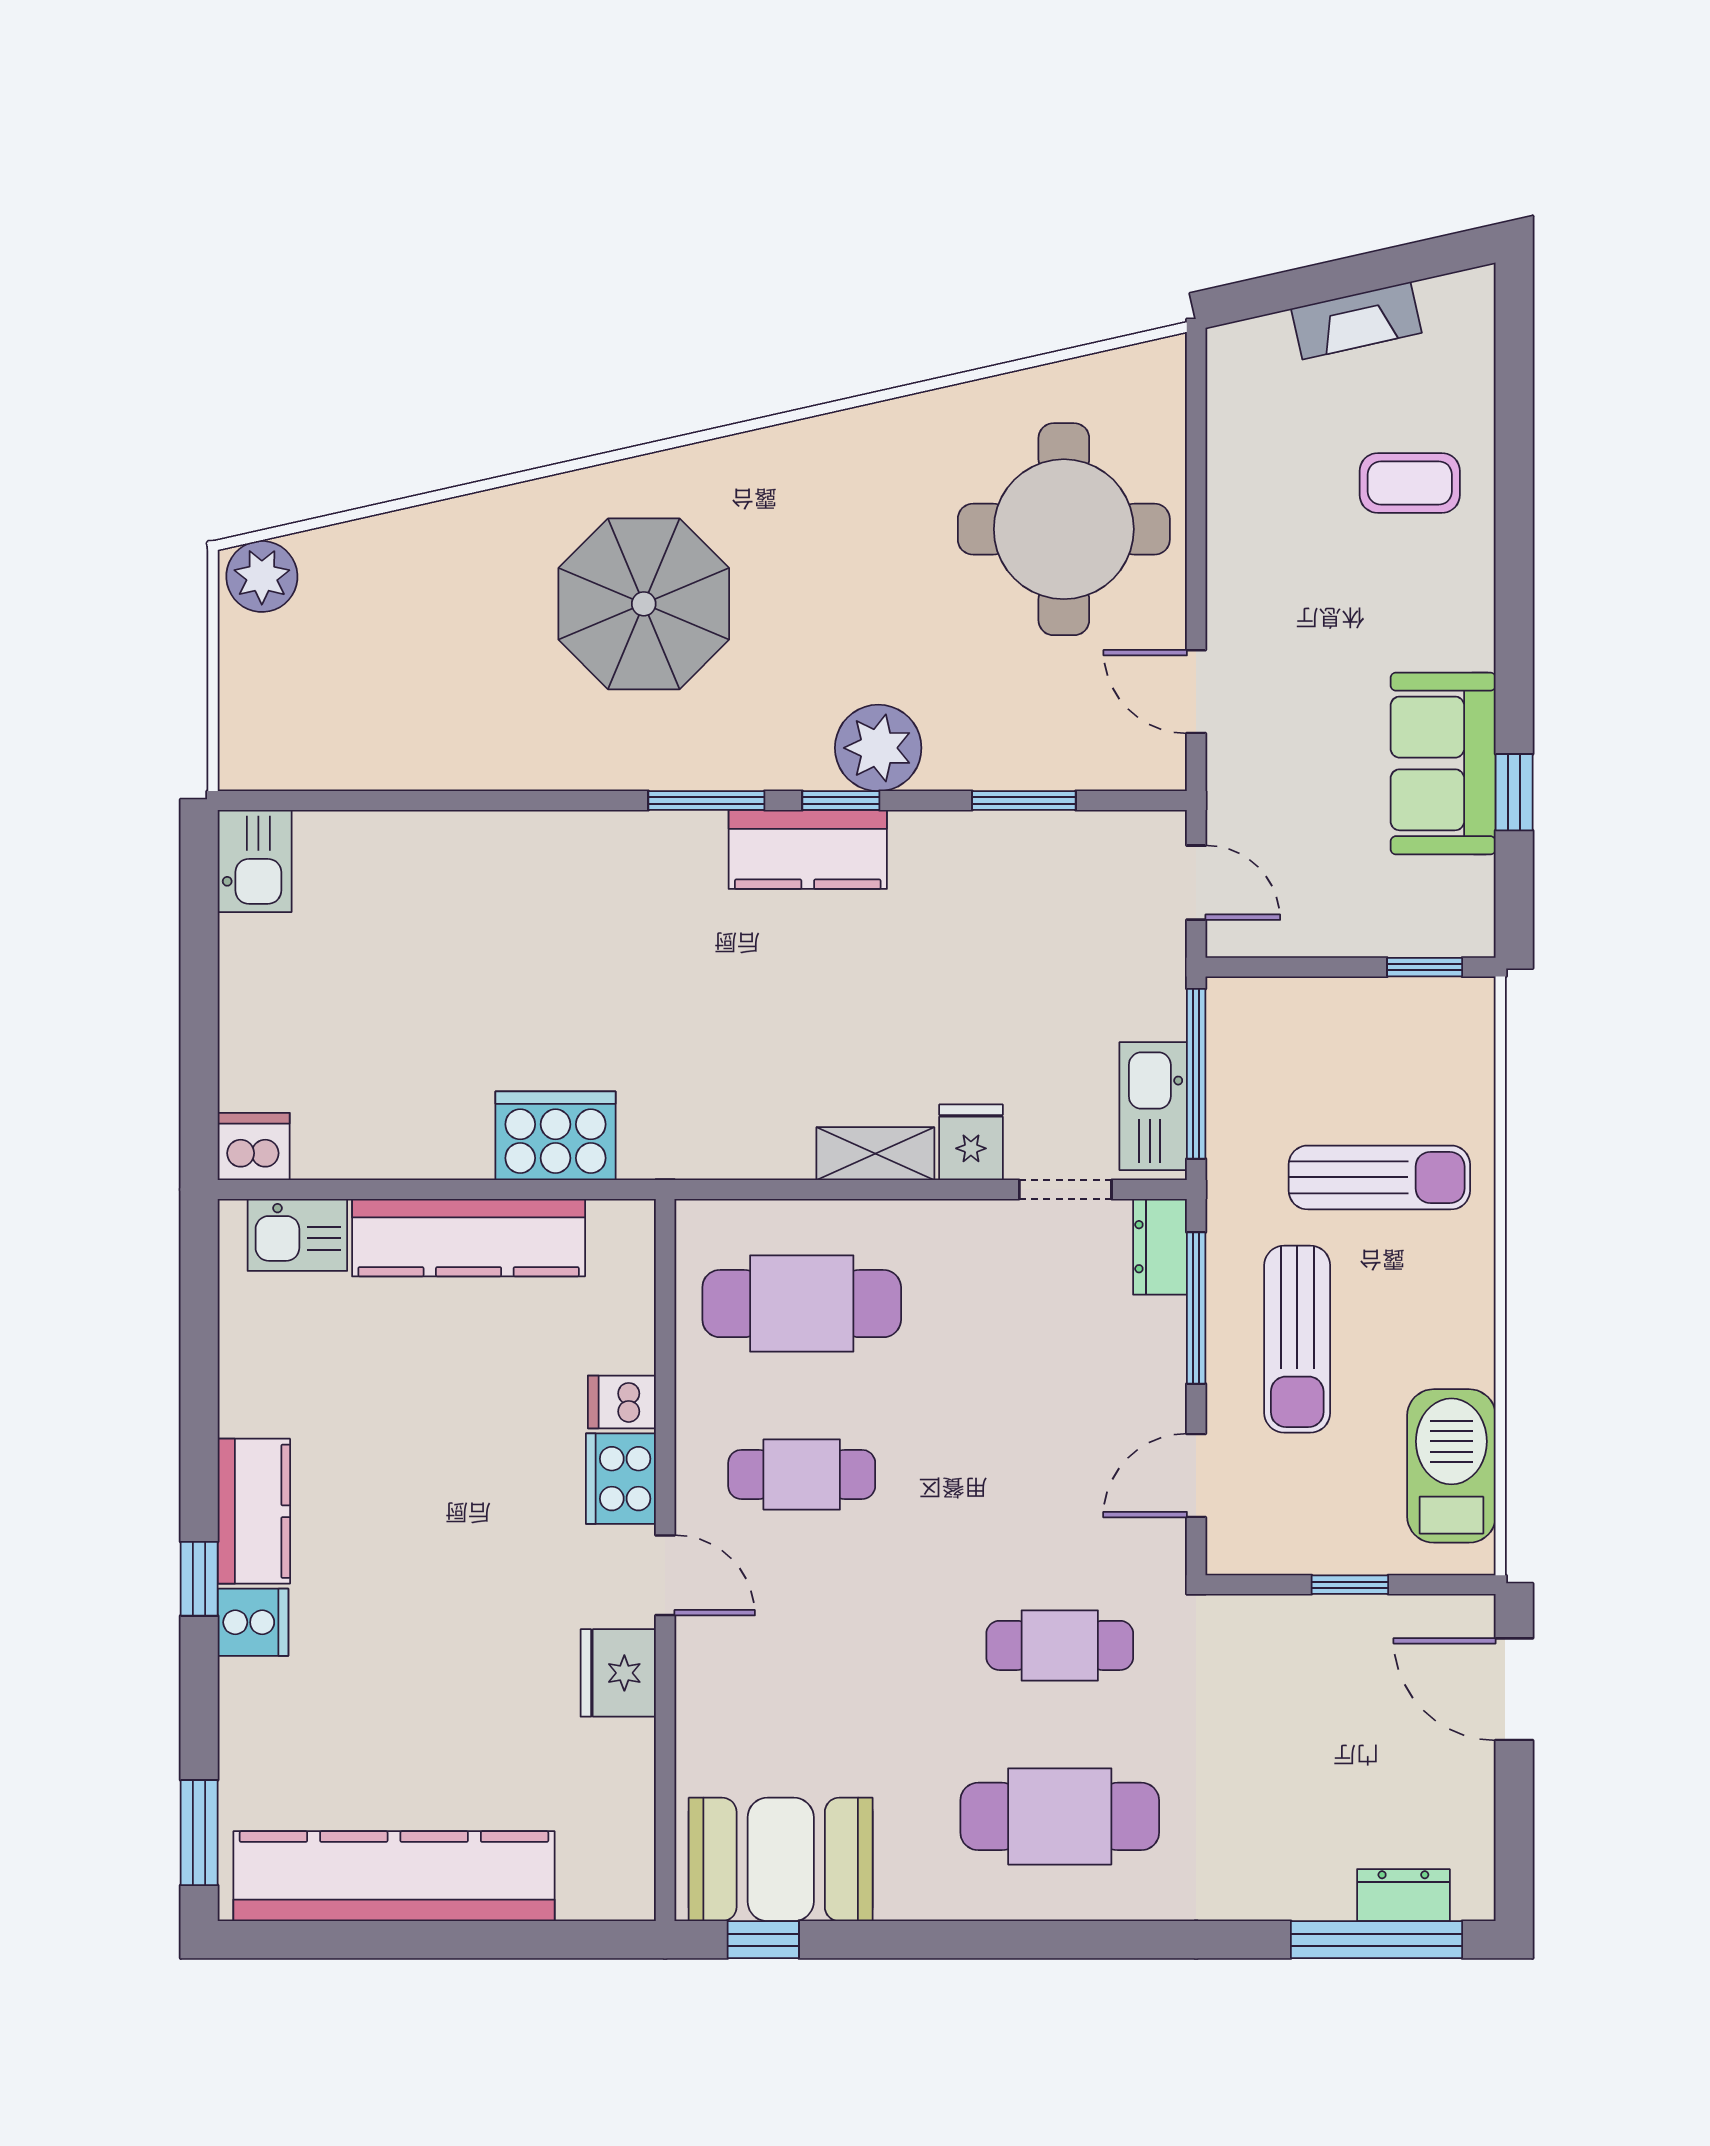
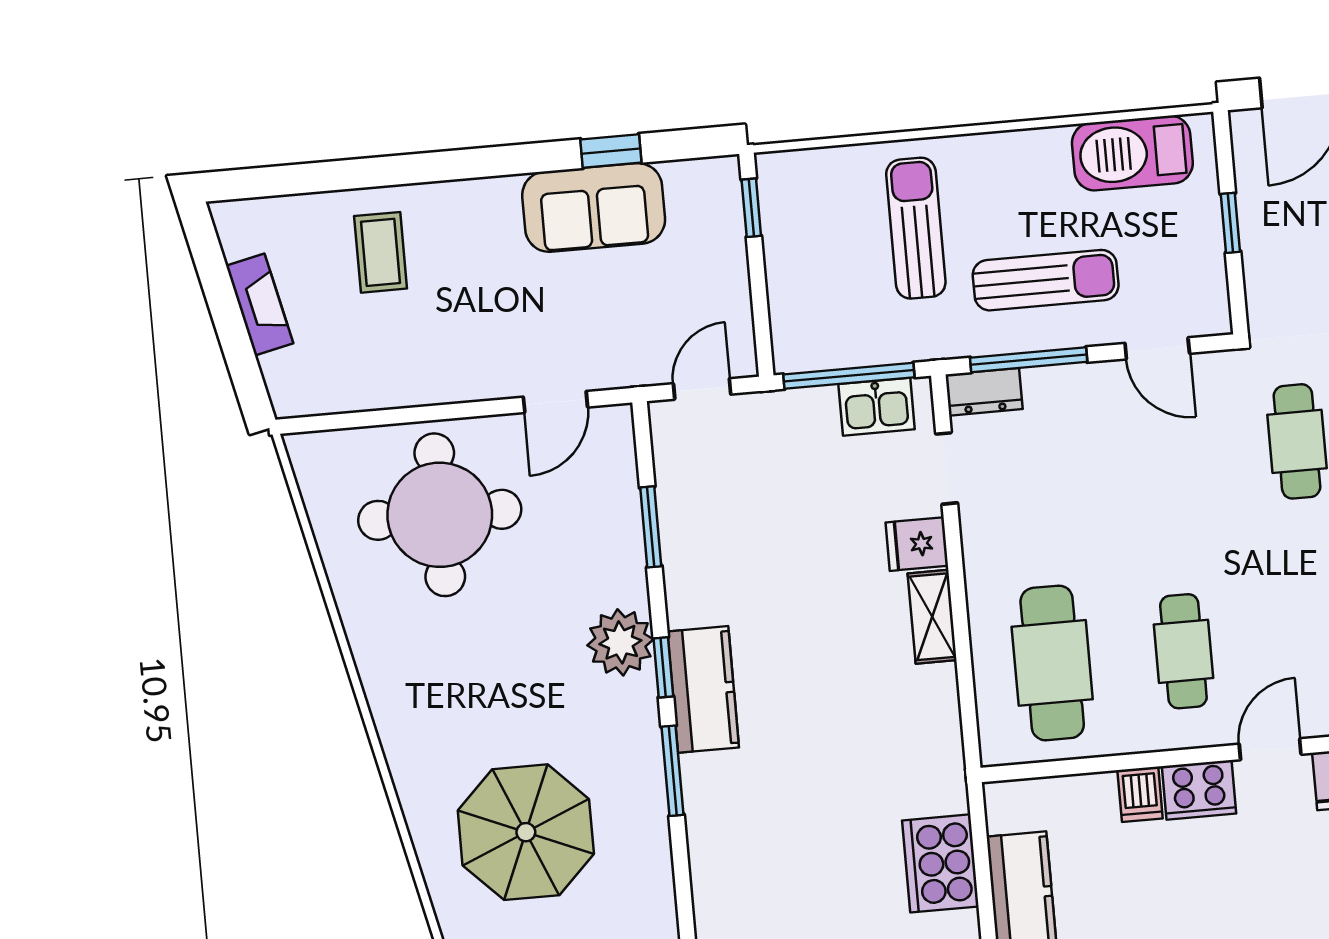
kitchen sink: (1153, 1106) -> (877, 407), width x0.73

